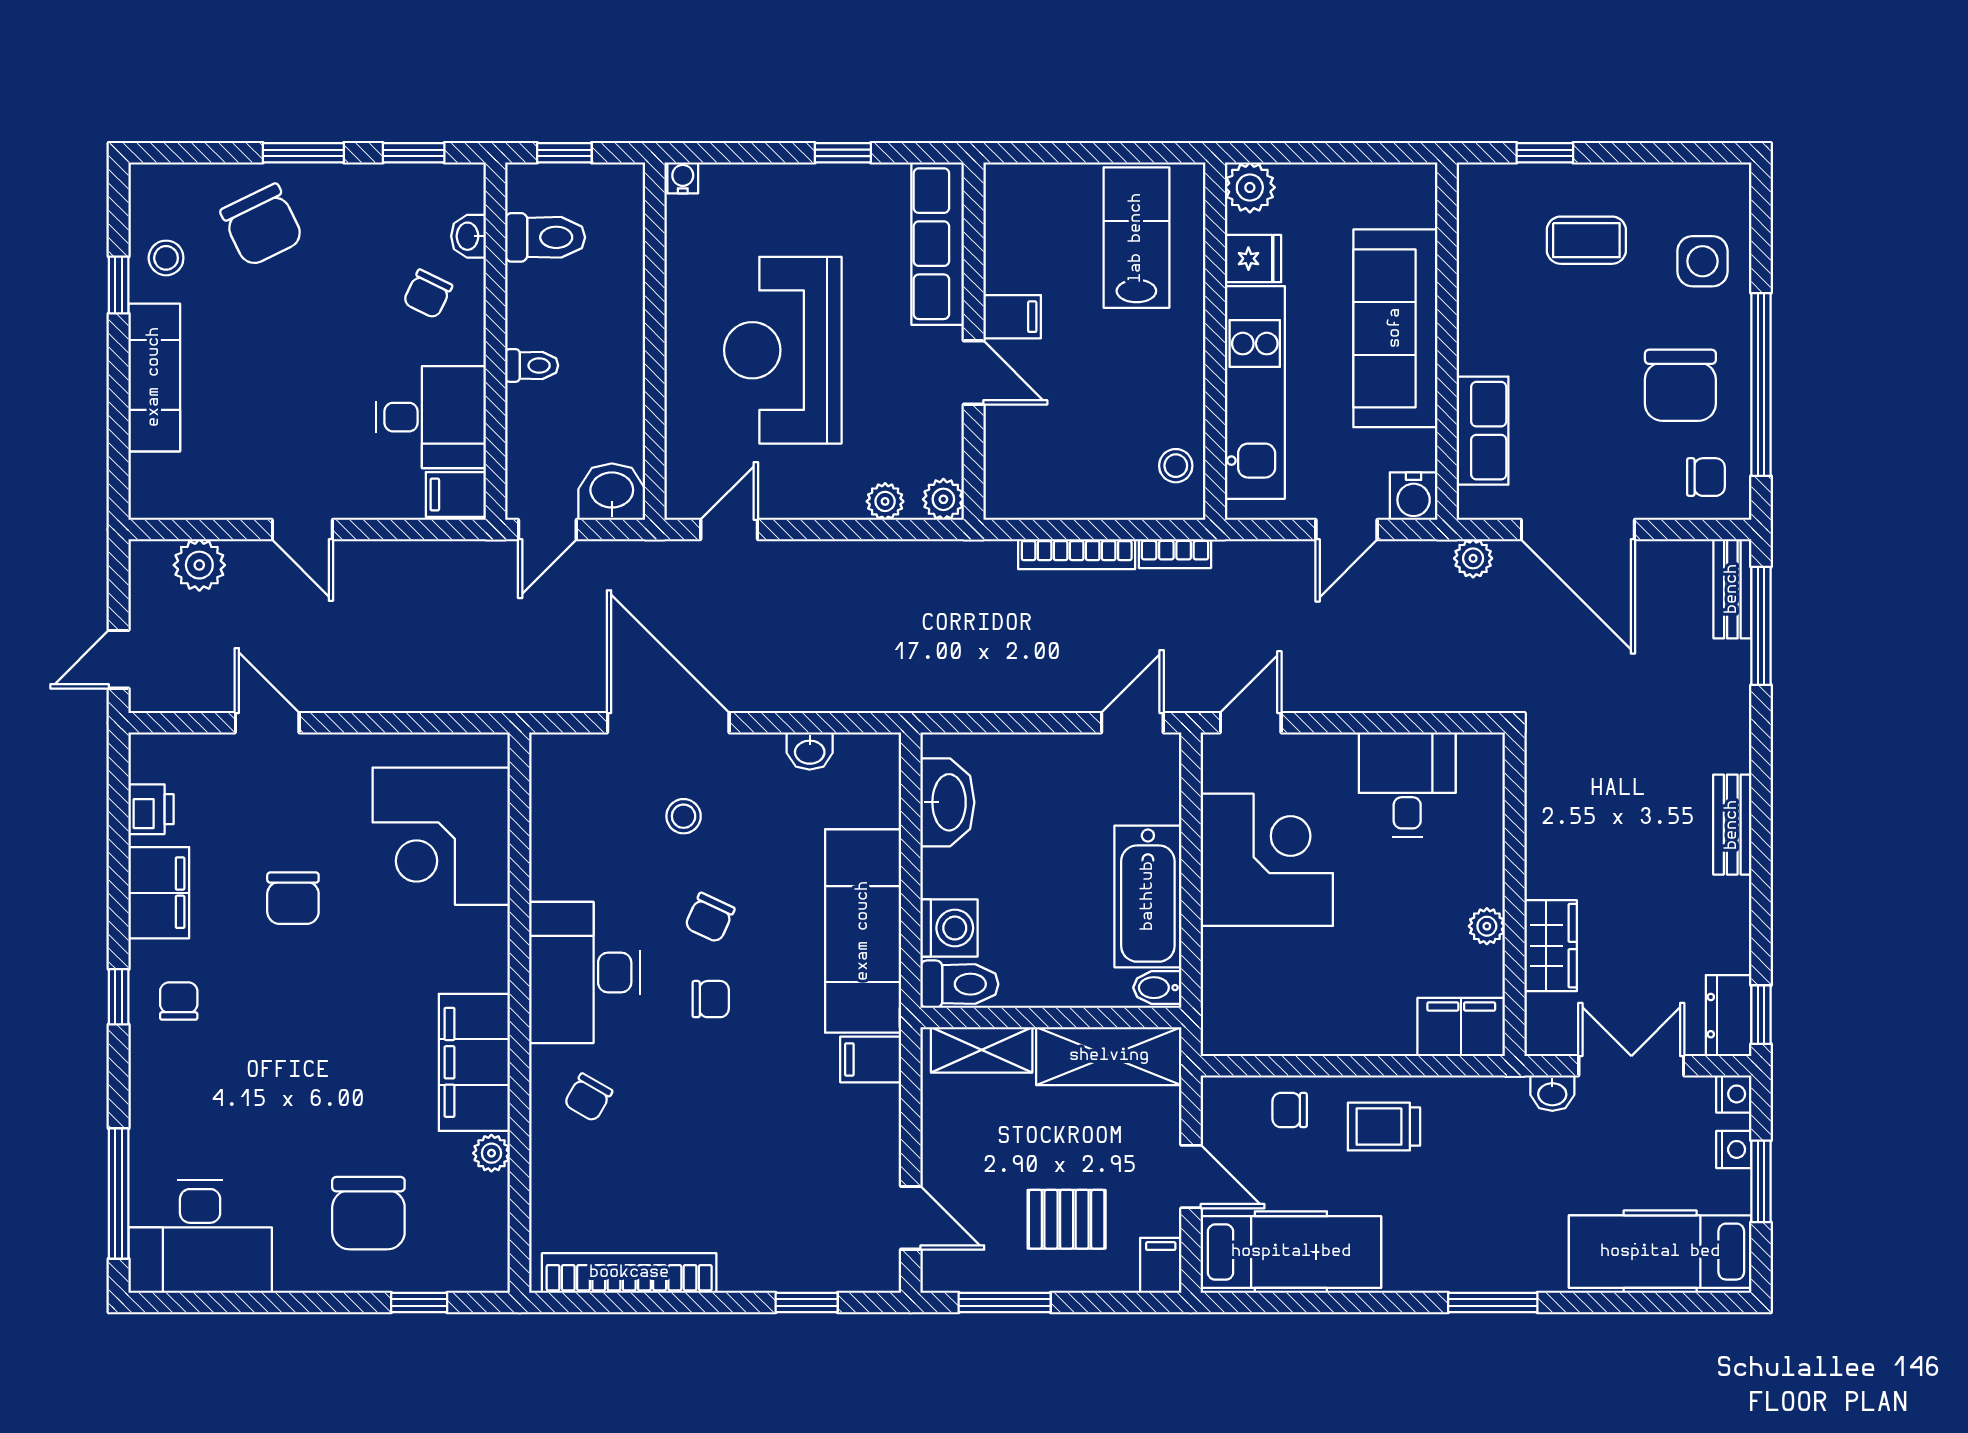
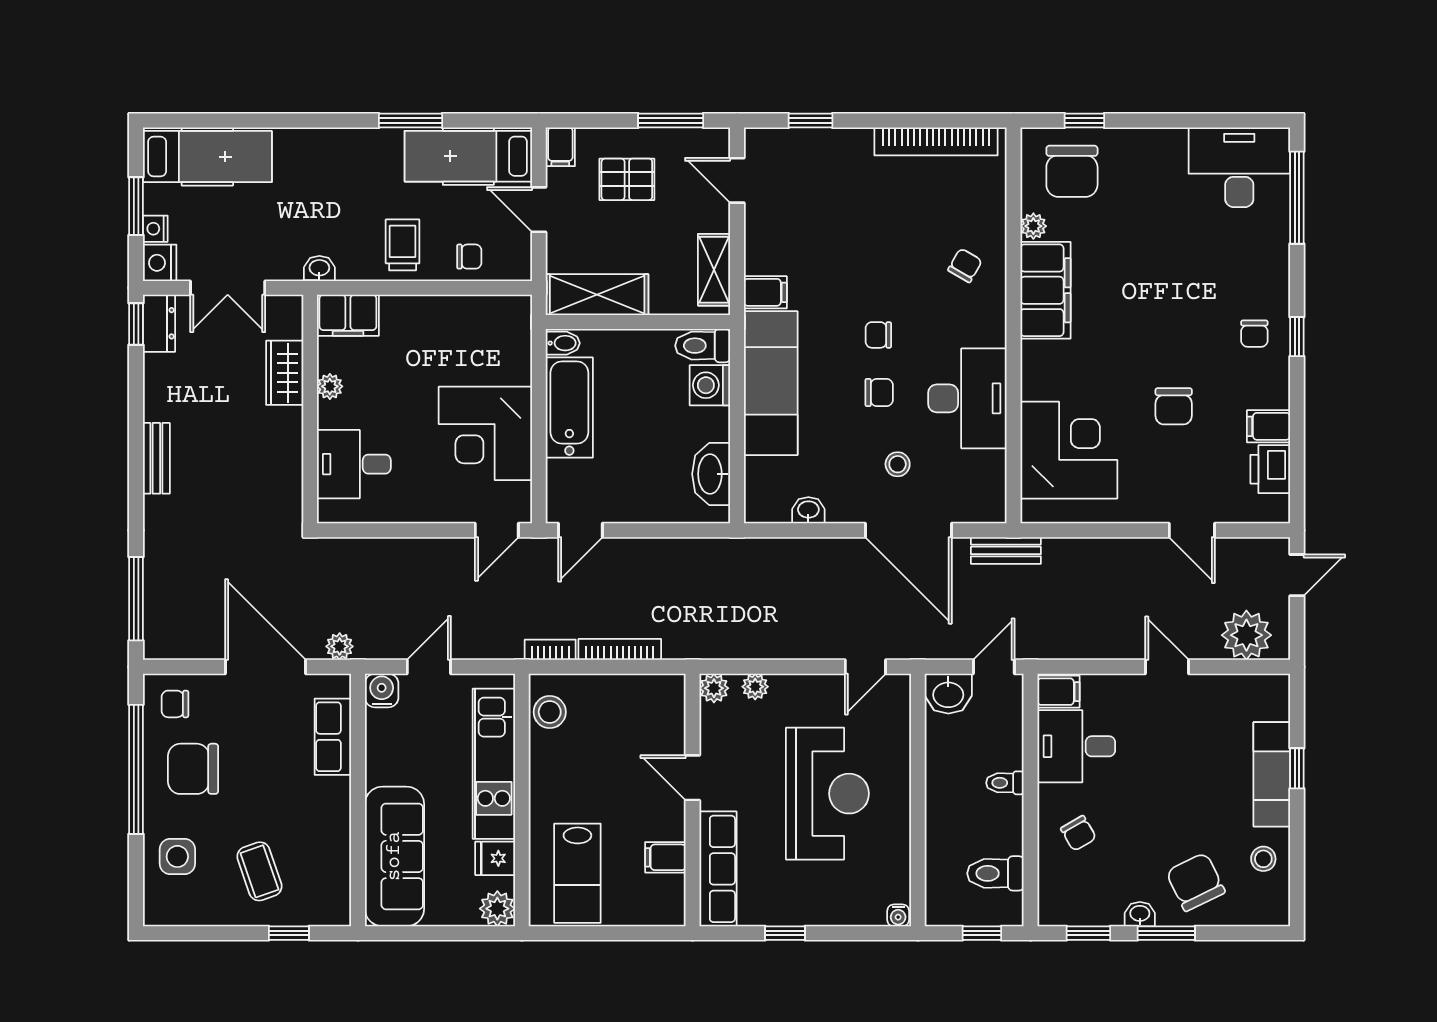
washbasin: (468, 236) -> (1140, 914), moved, turned -90
coffee table: (1586, 240) -> (259, 871), turned 71
window: (119, 285) -> (1297, 768), moved
chair: (428, 294) -> (1078, 833), turned 124
filing cabinet: (1012, 317) -> (665, 857), moved
sofa: (1395, 328) -> (394, 856), moved
chair: (1680, 385) -> (193, 769), turned -90
stool: (1176, 466) -> (550, 712), width x1.37, depth x1.37
plant: (199, 565) -> (1246, 635), width x1.36, depth x1.36
bench: (1732, 589) -> (1006, 550), moved, turned 90
desk: (1407, 785) -> (354, 464), moved, turned 90
printer: (151, 809) -> (1270, 469), width x1.36, depth x1.24
filing cabinet: (159, 893) -> (1268, 426), width x0.50
chair: (293, 898) -> (1174, 406), turned 180
chair: (710, 918) -> (879, 393), turned 65
desk: (585, 972) -> (967, 398), moved
shelving: (982, 1050) -> (714, 270), moved, turned 90
washbasin: (1552, 1093) -> (319, 268), moved
nightstand: (1734, 1094) -> (160, 263), width x1.39, depth x1.35
trolley: (1384, 1127) -> (403, 245), turned -90
chair: (368, 1213) -> (1072, 171), moved, turned 180
window: (1493, 1302) -> (411, 121), moved

